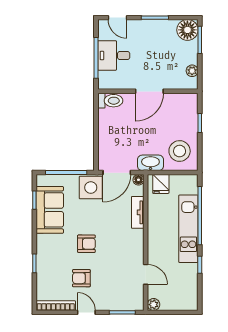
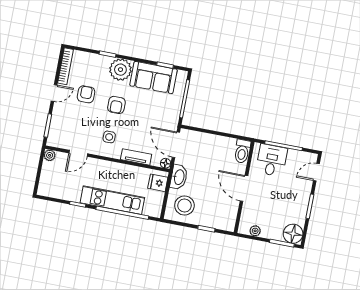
desk: (114, 55) -> (272, 160), moved
side table: (91, 188) -> (109, 137), moved, width x0.54, depth x0.54
plant: (48, 247) -> (120, 70), added

